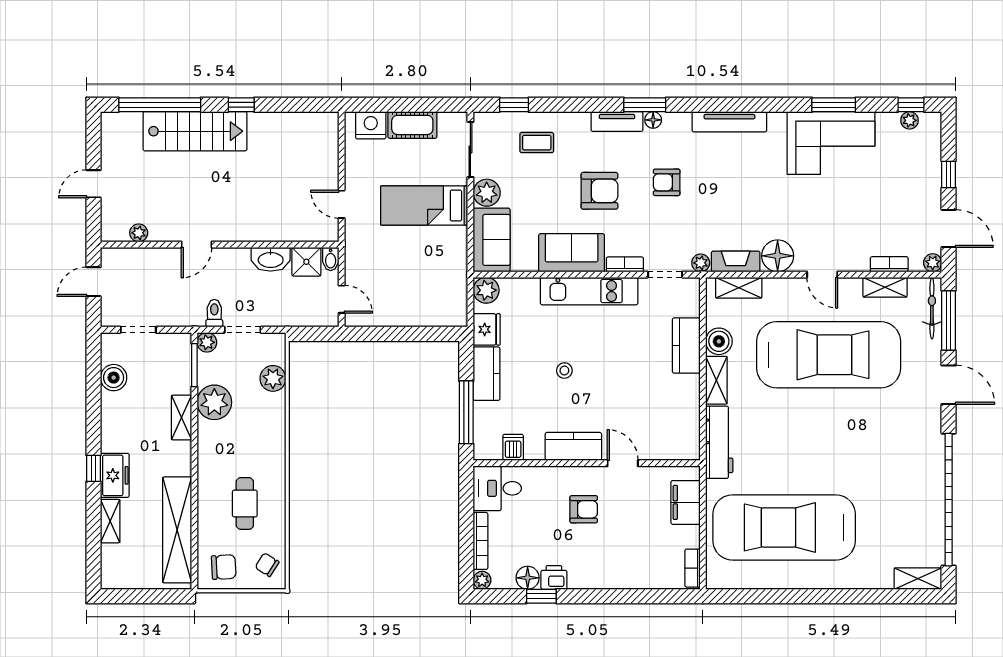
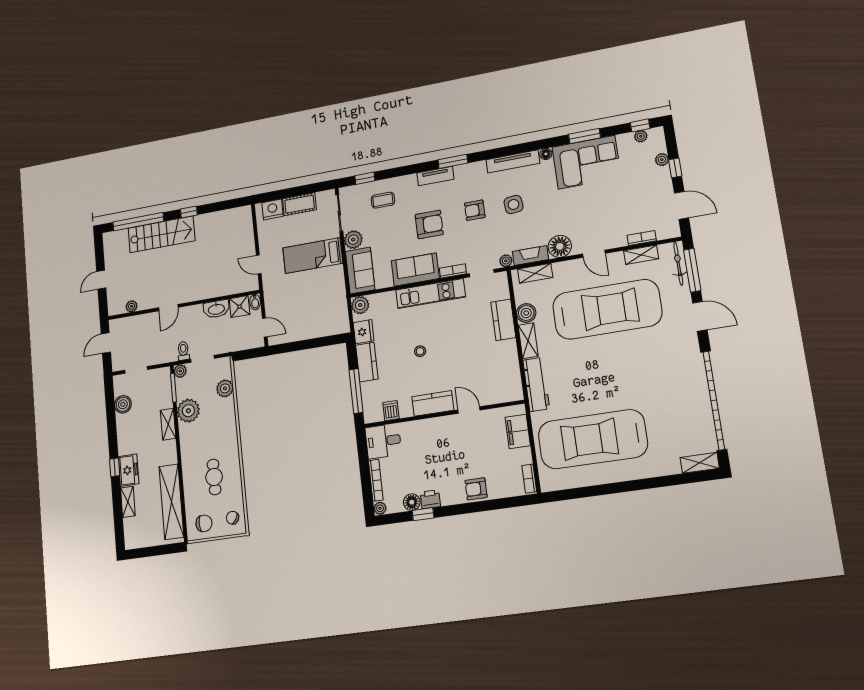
floor lamp: (653, 120) -> (546, 154), moved
side table: (722, 184) -> (513, 204), added
plant: (933, 263) -> (662, 160), moved
armchair: (584, 509) -> (476, 489), moved, turned 180

